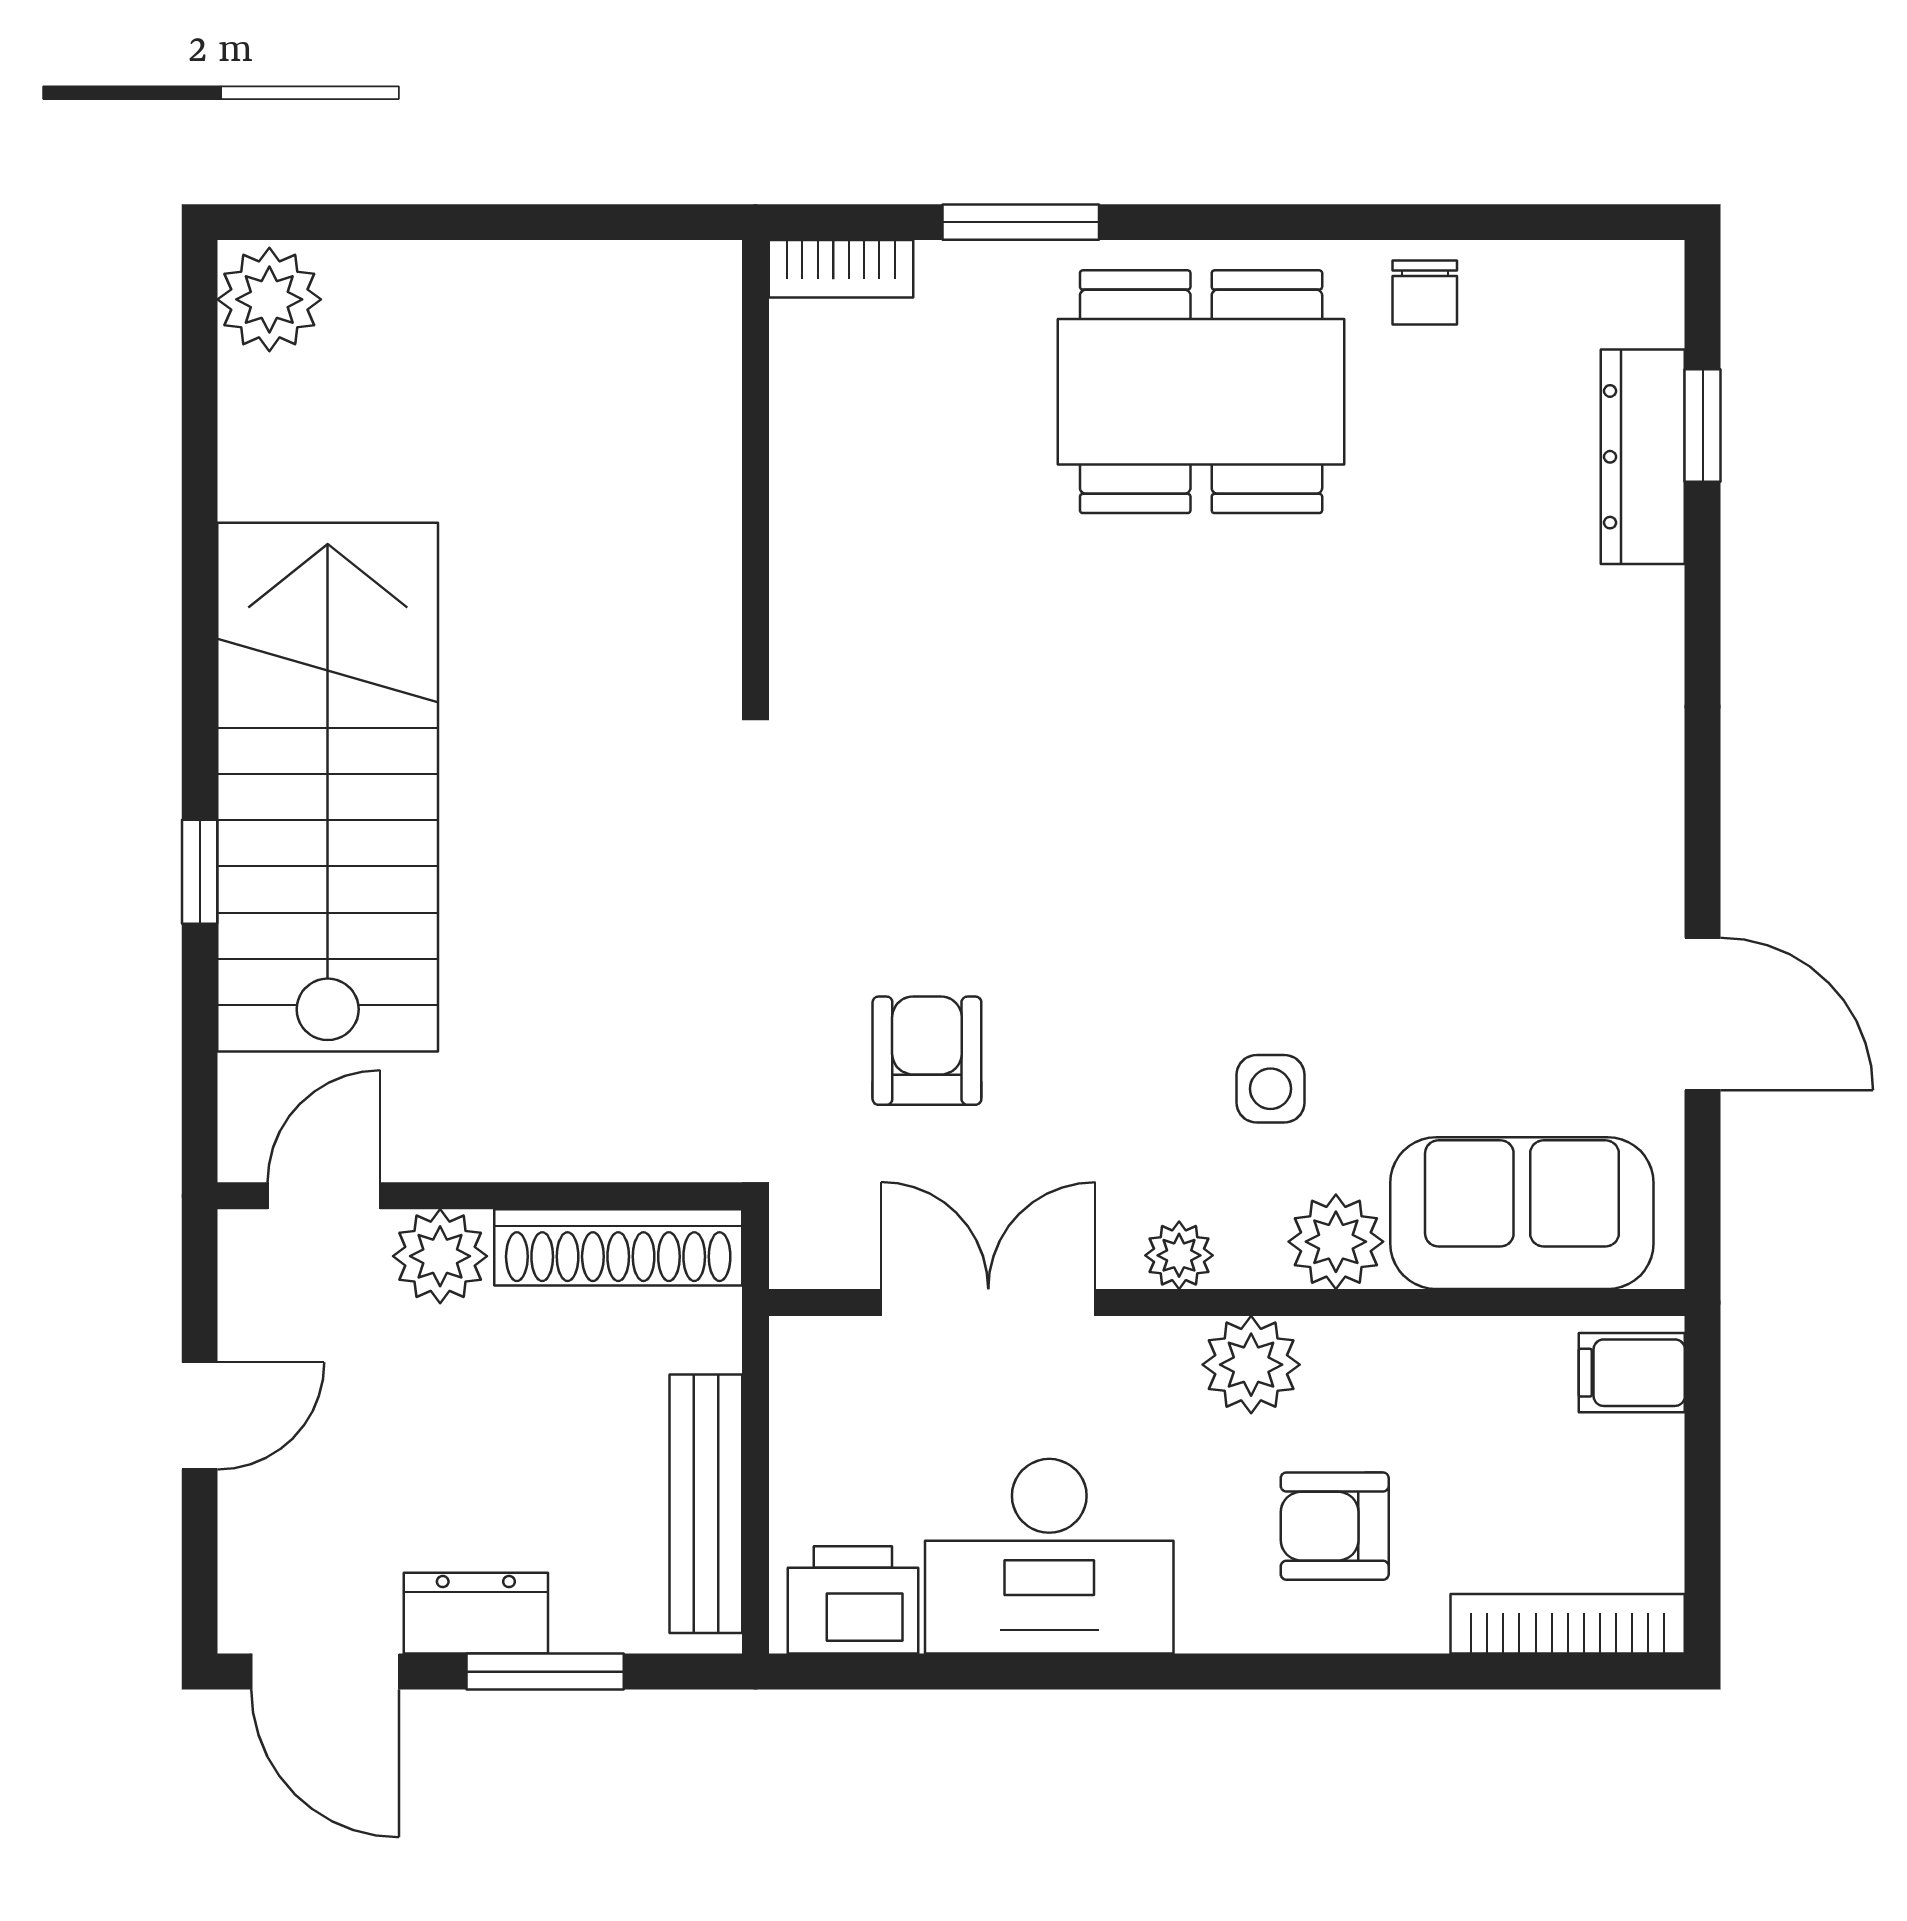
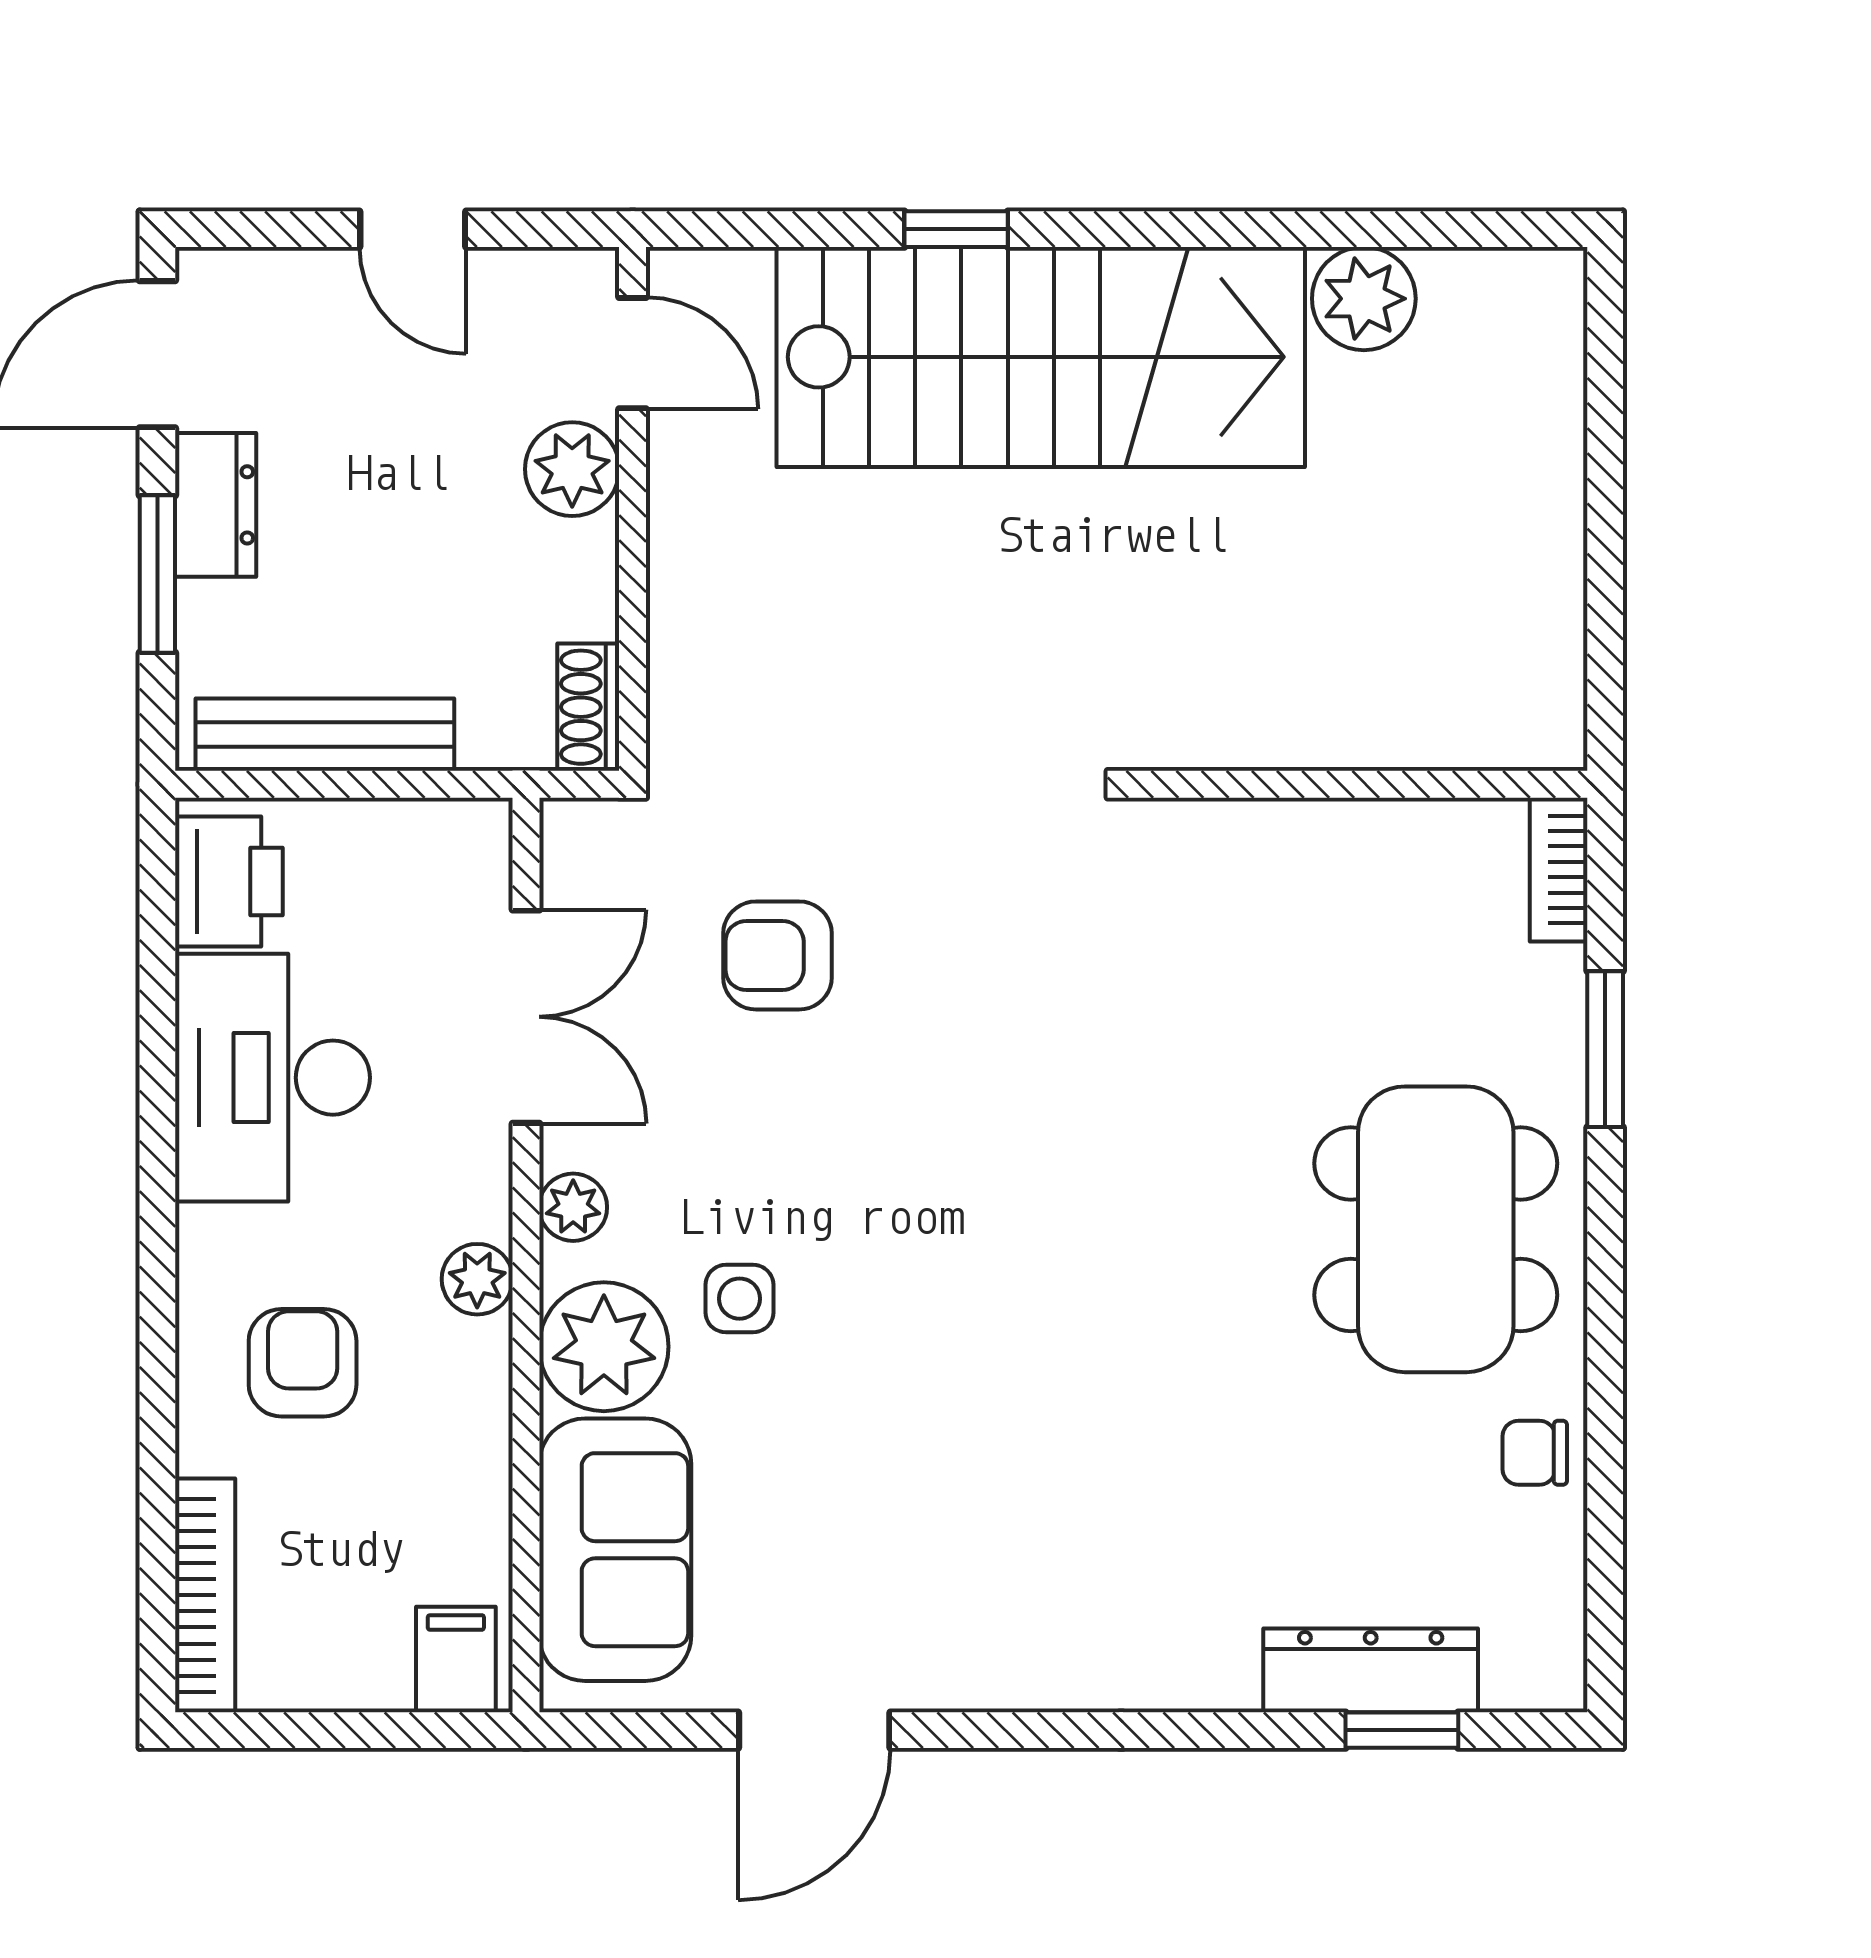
plant: (269, 299) -> (1364, 299), moved
armchair: (927, 1051) -> (778, 955), turned 180
plant: (1336, 1242) -> (604, 1347), width x1.36, depth x1.36
shoe rack: (618, 1247) -> (588, 707), width x0.51, depth x0.81
plant: (1251, 1365) -> (477, 1279), width x0.73, depth x0.73

